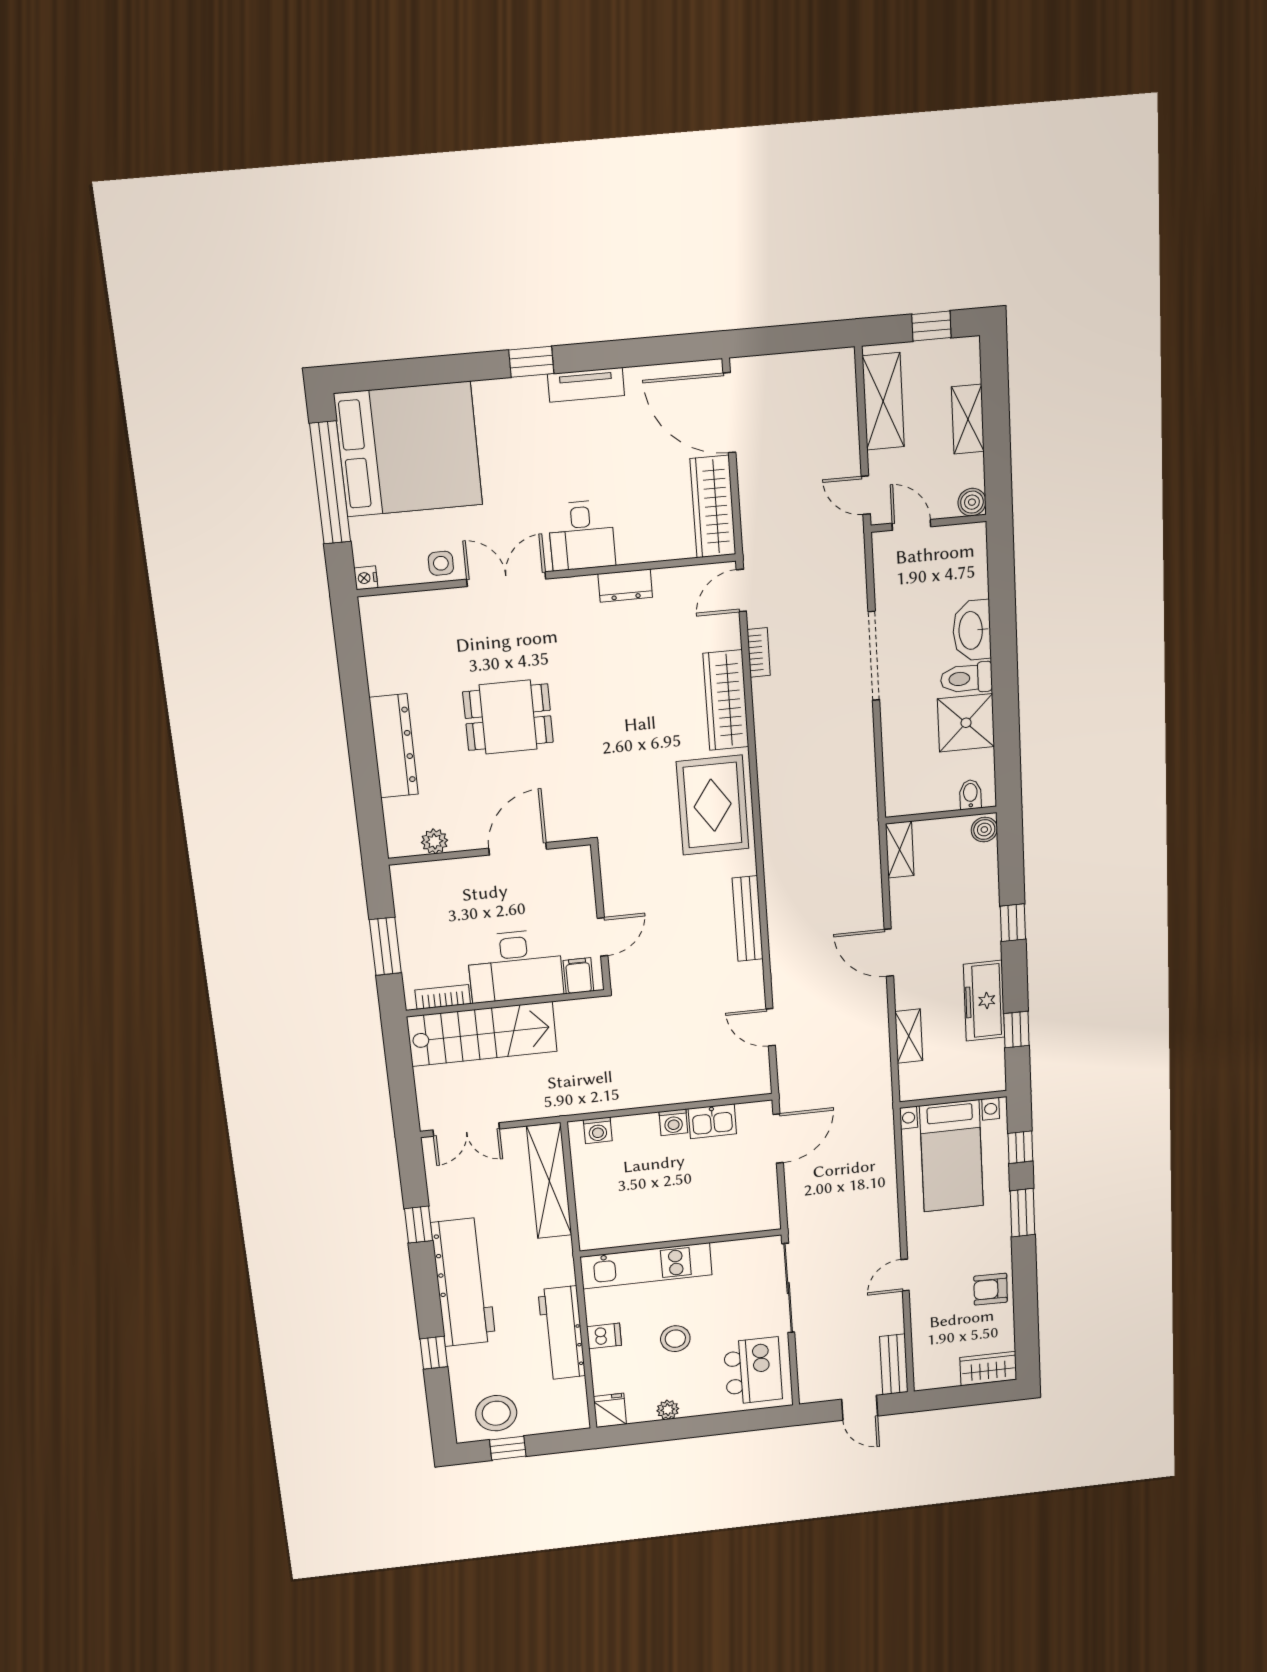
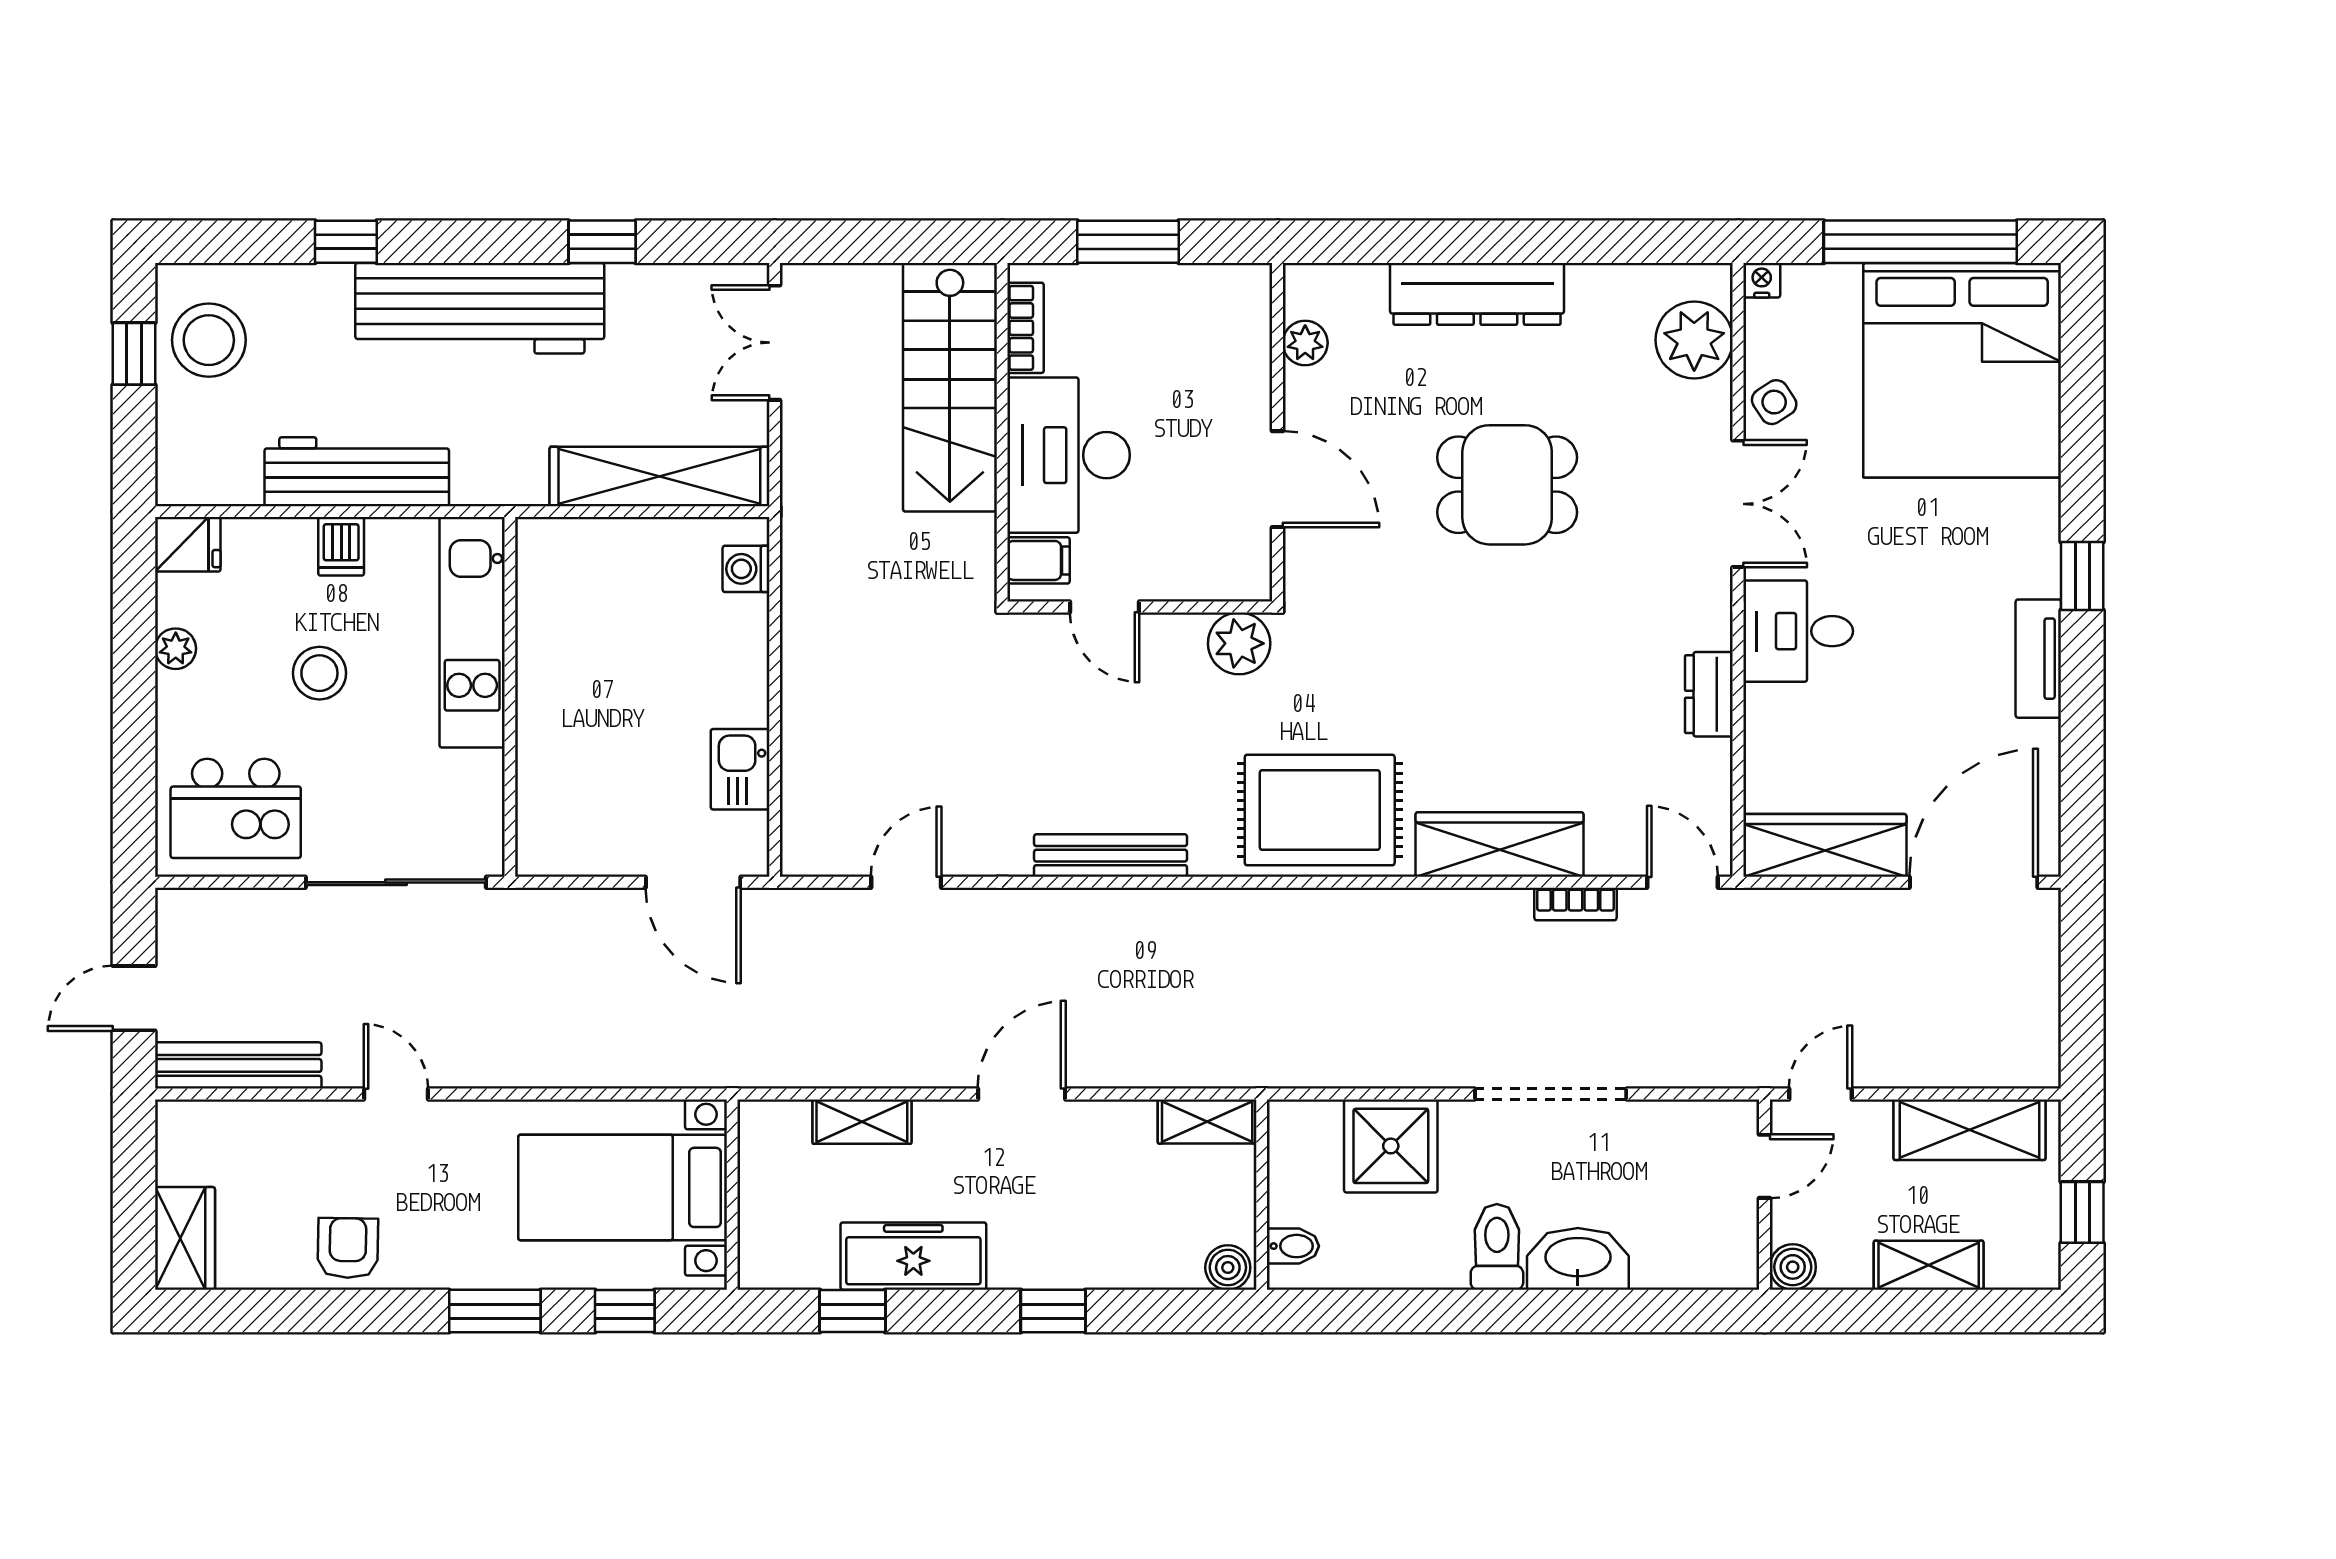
side table: (441, 563) -> (1774, 402), turned -33
plant: (408, 615) -> (1694, 340), added
dining table: (508, 717) -> (1507, 485), turned 90
shower: (966, 723) -> (1391, 1146), moved
plant: (617, 860) -> (1239, 643), added
washing machine: (673, 1122) -> (746, 701), removed
bench: (894, 1364) -> (238, 1065), width x1.36

